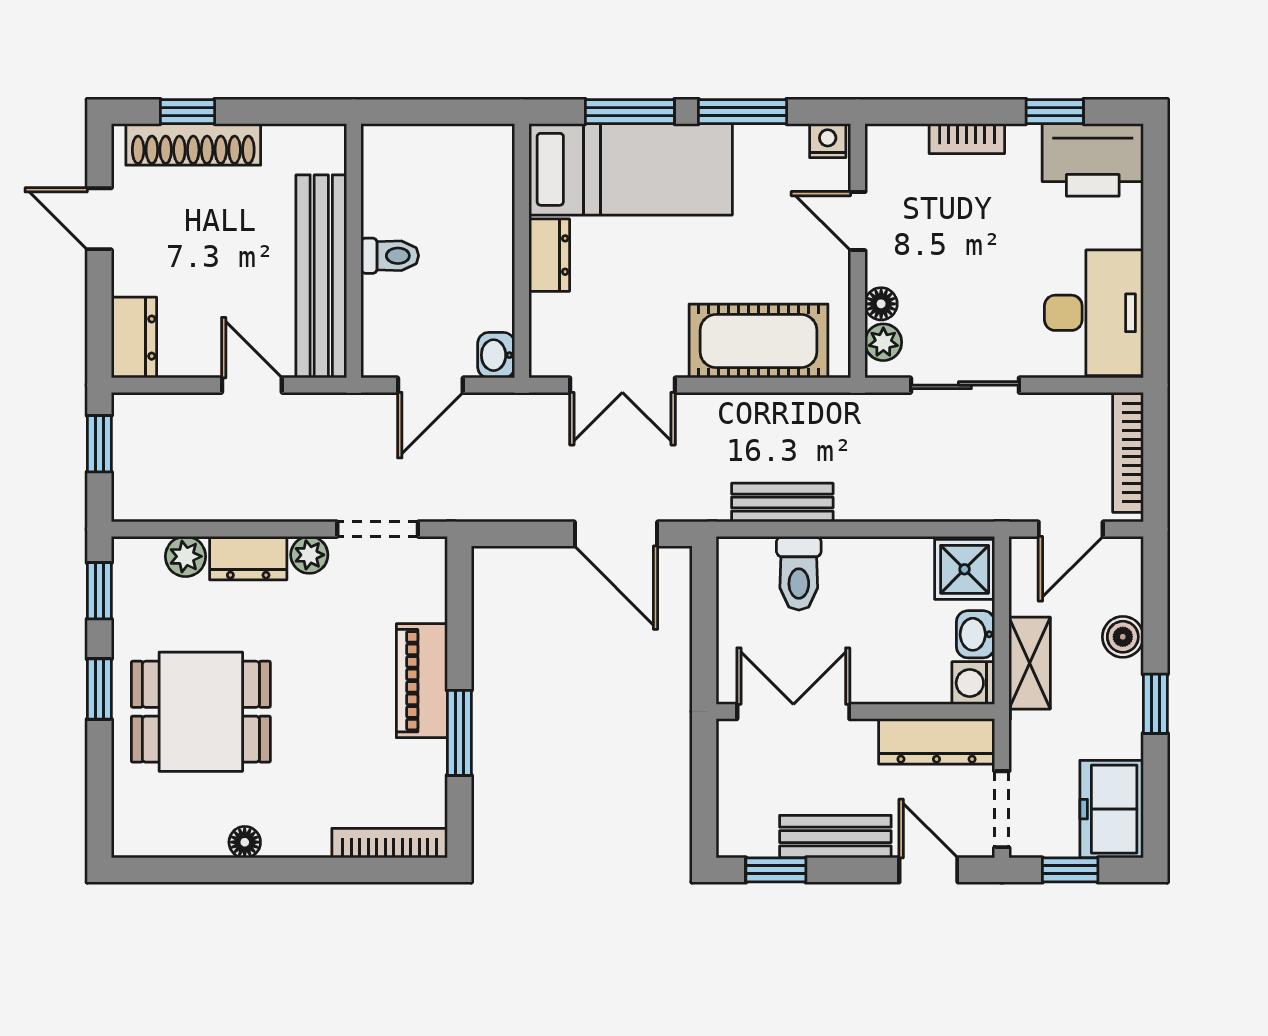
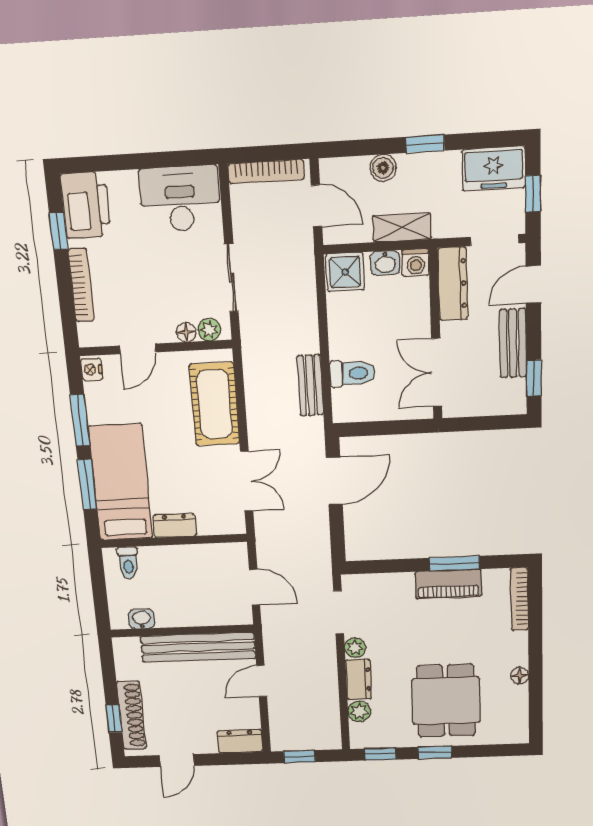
bookcase: (967, 139) -> (81, 285), width x1.56
toilet: (390, 256) -> (128, 562), moved, turned 180
washbasin: (496, 355) -> (142, 619), moved, turned 180
piano: (422, 681) -> (448, 584), moved

